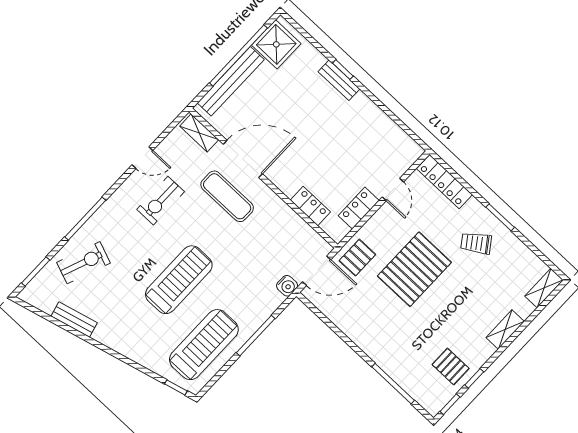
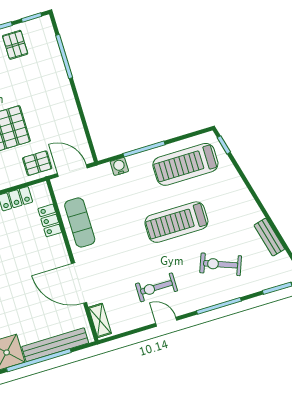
door: (142, 158) -> (166, 322), moved
exercise mat: (227, 196) -> (80, 222), moved
exercise bike: (161, 201) -> (156, 287), turned 180
exercise bike: (84, 263) -> (221, 264), moved
water cooler: (287, 286) -> (119, 166), moved

